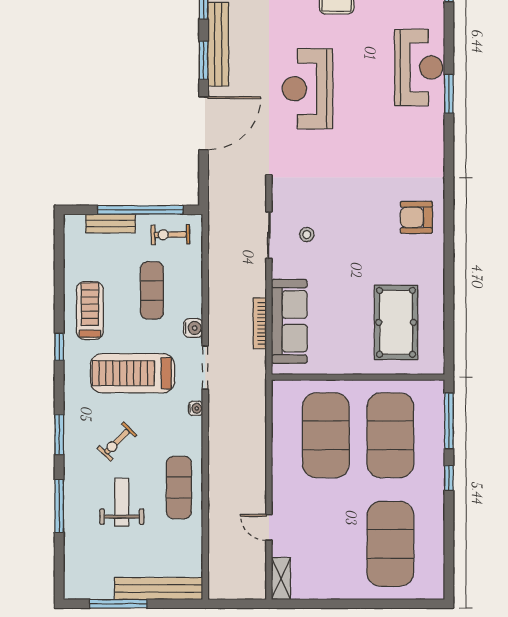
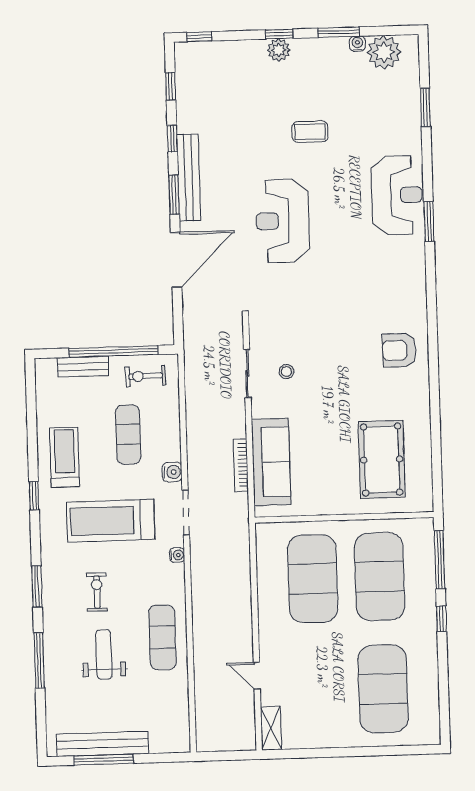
exercise bike: (117, 442) -> (97, 592), turned 135
bench: (159, 589) -> (102, 744), moved

